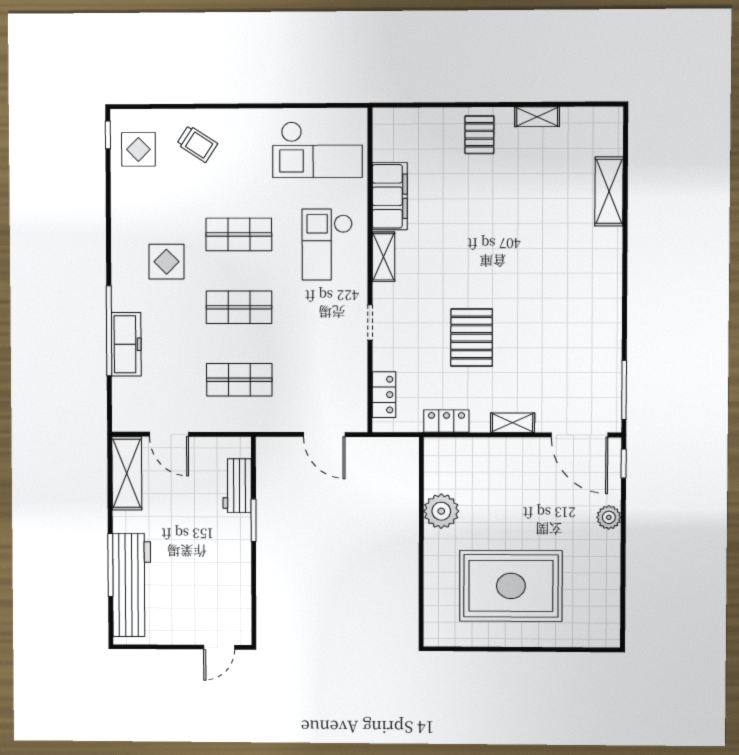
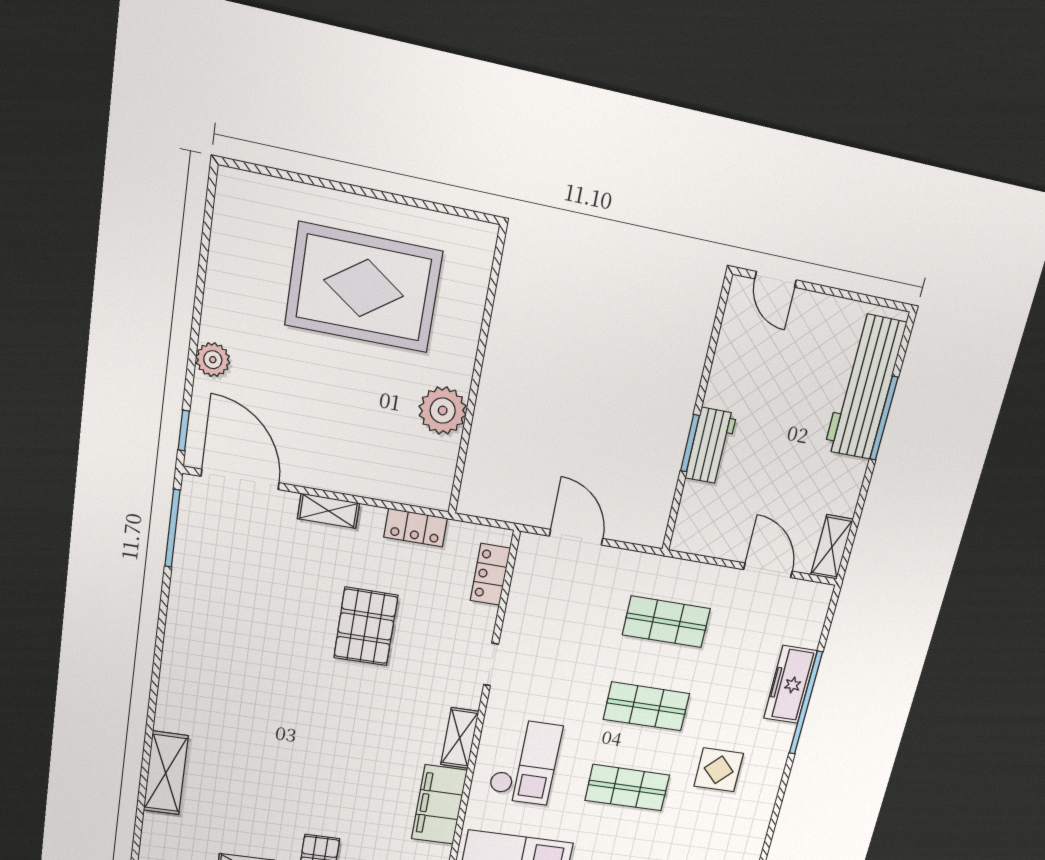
shelving: (127, 473) -> (832, 547), width x0.67, depth x0.75
workbench: (237, 486) -> (711, 446), moved
door: (219, 647) -> (776, 279), swing flipped

